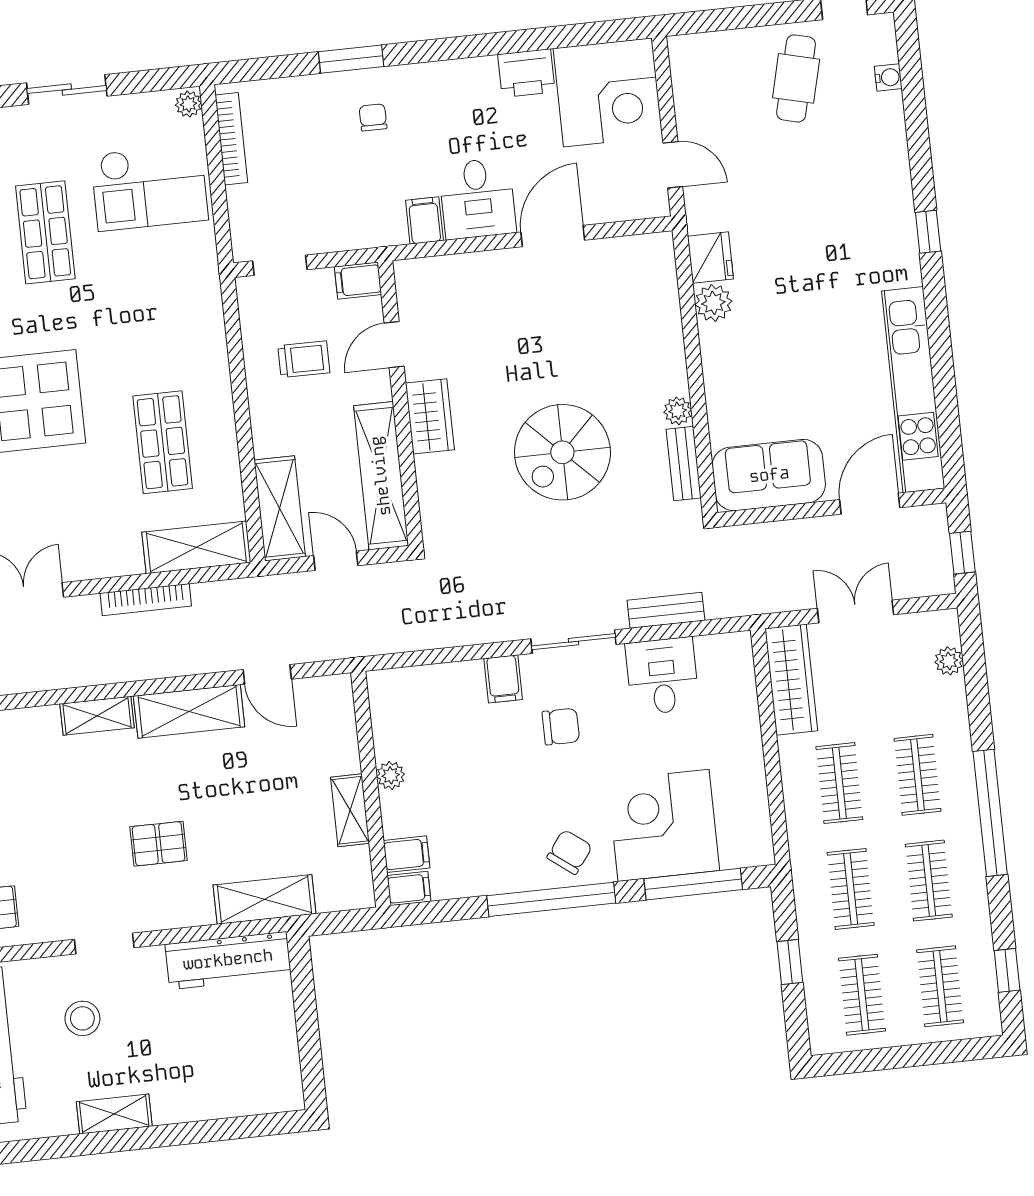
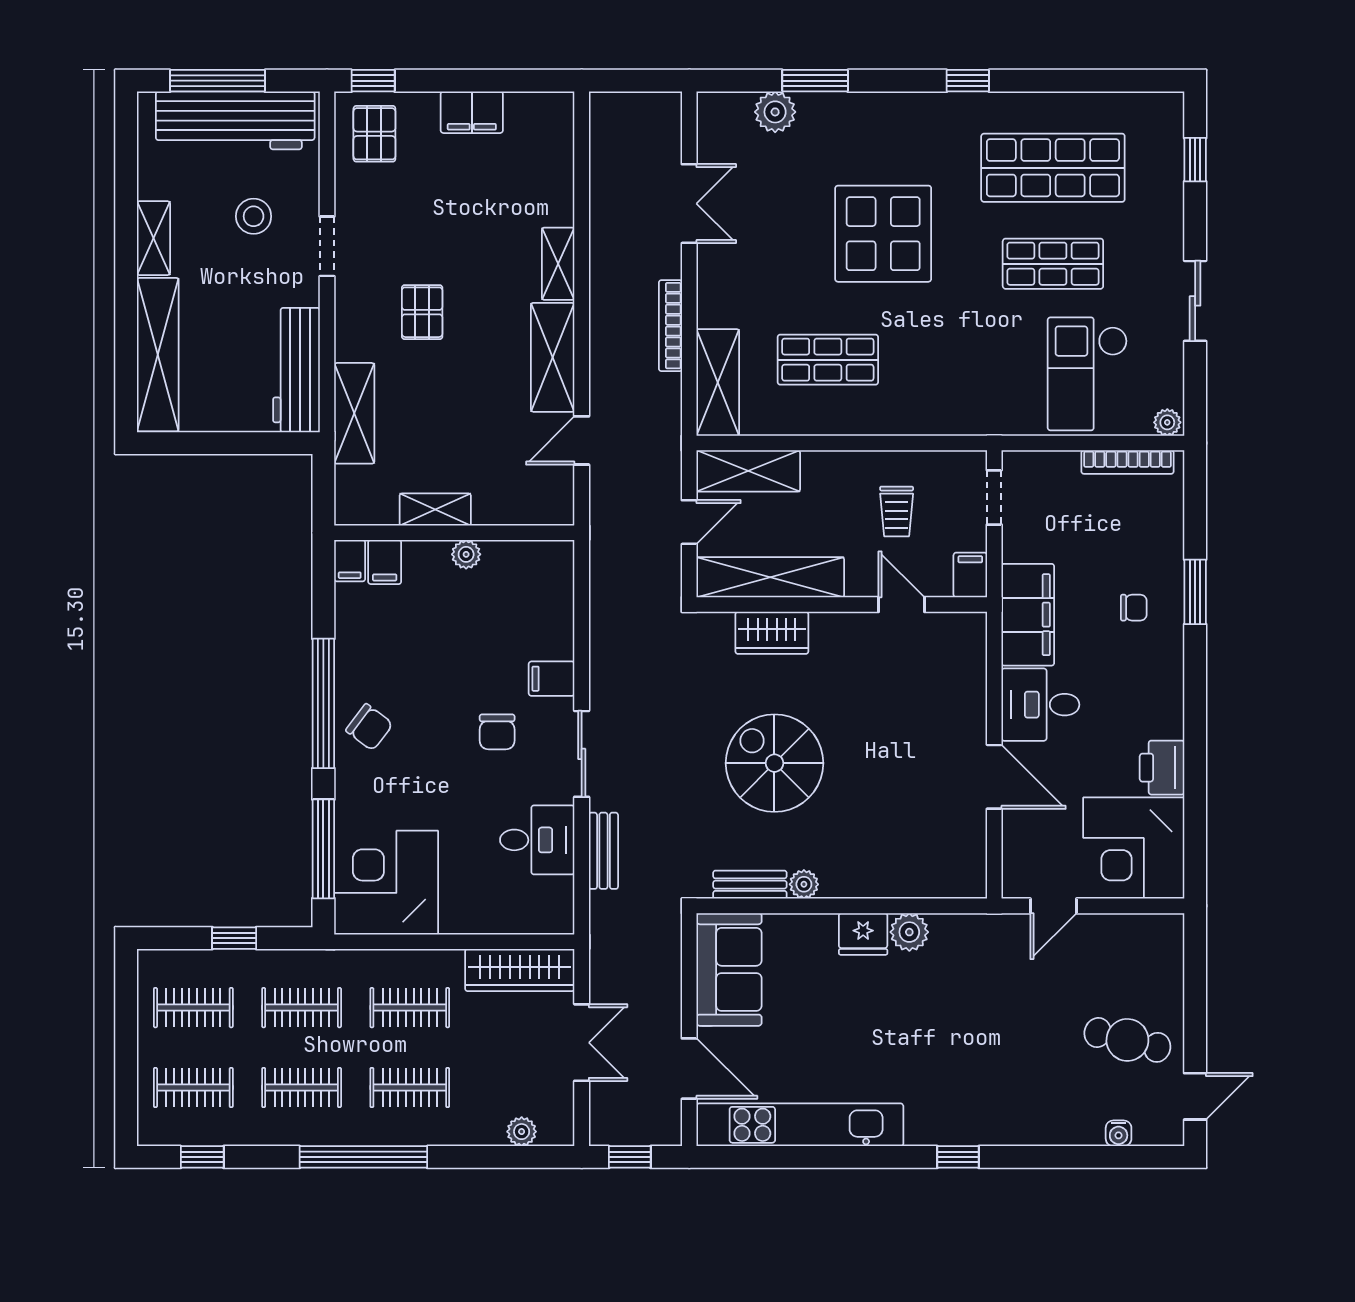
filing cabinet: (424, 220) -> (1028, 615), width x3.00, depth x1.17
fridge: (710, 258) -> (863, 934), moved
wardrobe: (430, 416) -> (772, 633), moved
corner desk: (664, 825) -> (386, 883), moved, turned -90
shelving: (228, 1098) -> (158, 355), added

